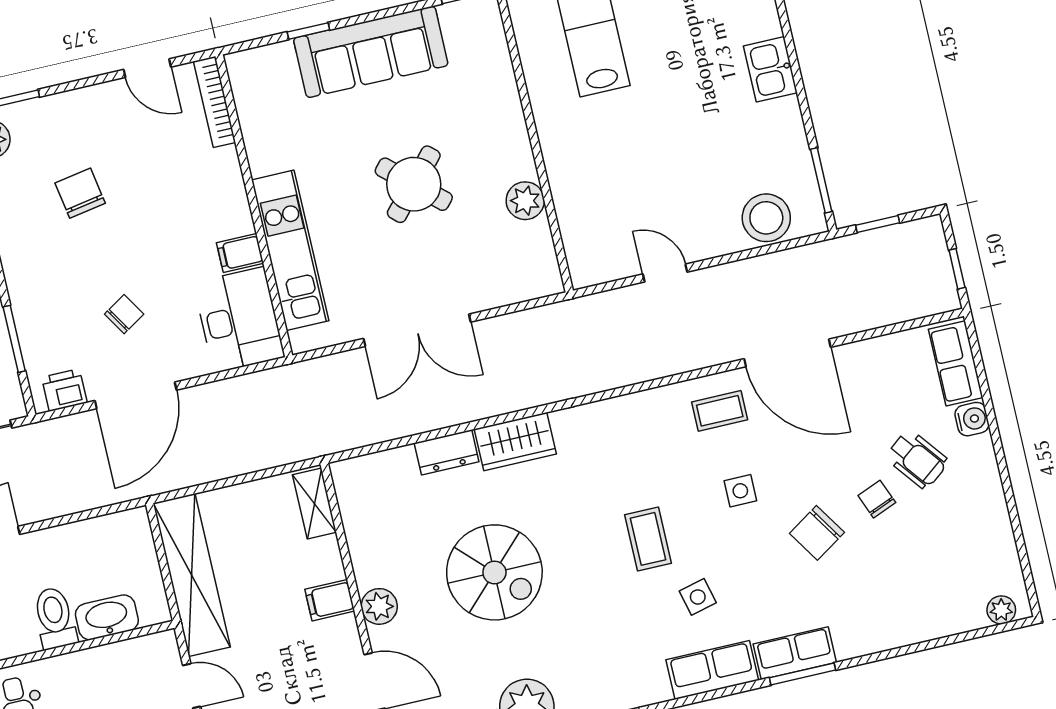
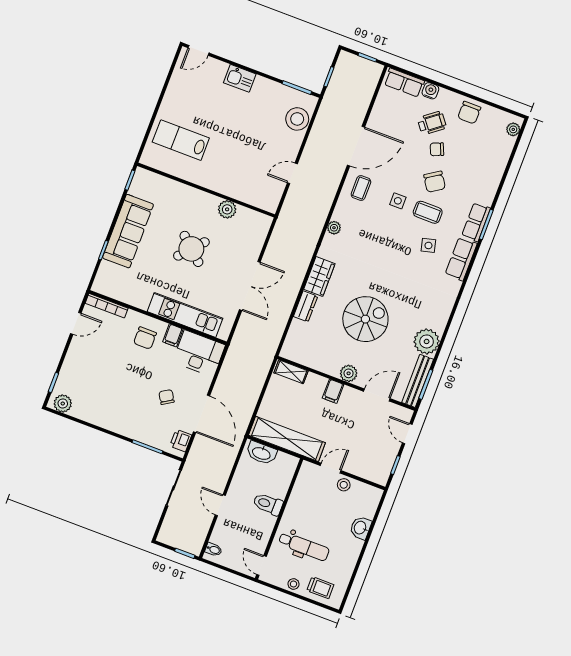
chair: (80, 193) -> (145, 338), moved, turned -80
plant: (618, 410) -> (334, 228), added
chair: (979, 513) -> (469, 113), added
coffee table: (648, 539) -> (428, 212), moved
washbasin: (107, 617) -> (261, 453), moved, turned -90

